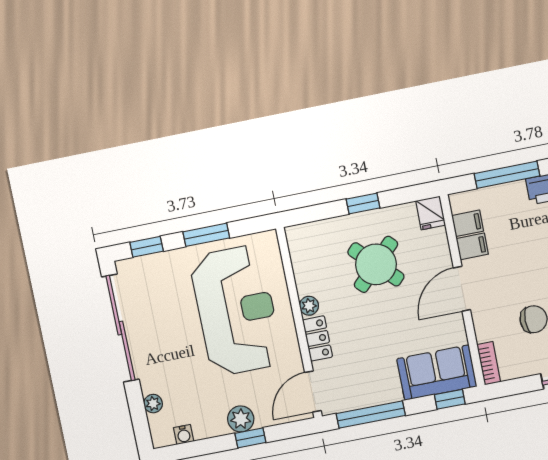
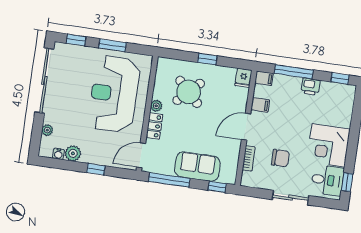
filing cabinet: (468, 223) -> (264, 78), moved
round table: (376, 264) -> (189, 92), moved
reception desk: (236, 310) -> (114, 94), turned 180
bookcase: (489, 363) -> (249, 158), moved
sofa: (437, 373) -> (197, 167), moved
plant: (241, 419) -> (73, 153), moved

